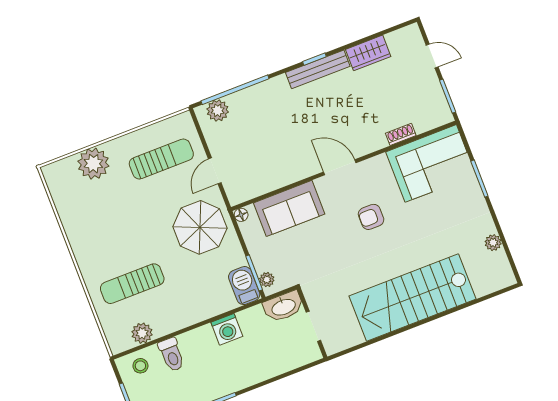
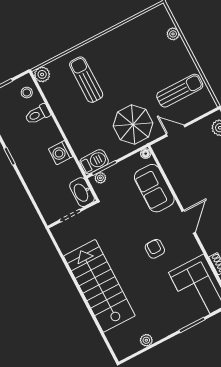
sun lounger: (161, 159) -> (180, 91), turned -90
plant: (93, 164) -> (173, 34), width x0.53, depth x0.53
plant: (142, 333) -> (42, 74), moved

